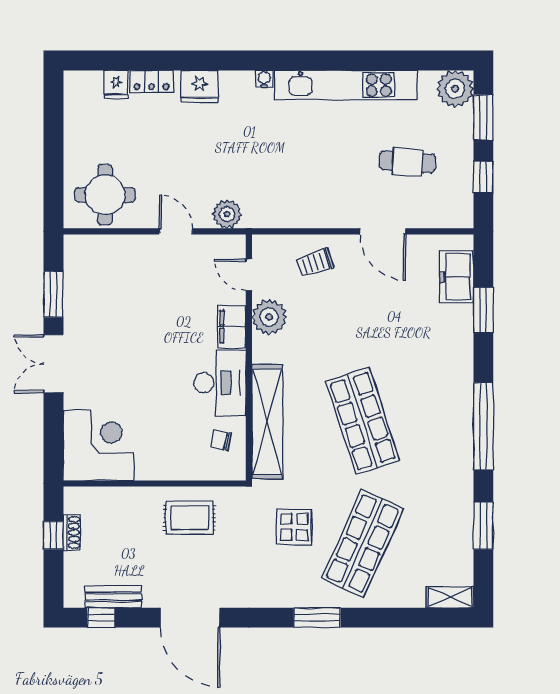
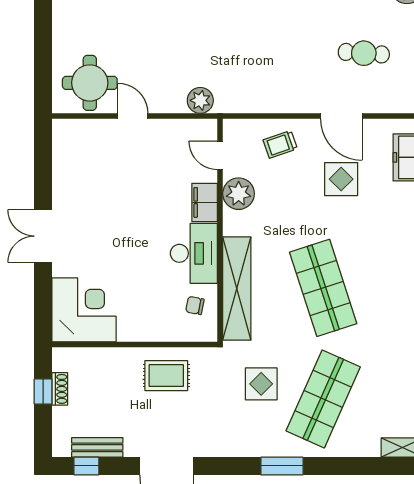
door: (176, 231) -> (133, 116), moved
window: (54, 294) -> (43, 173), removed
display table: (382, 301) -> (341, 179), added

